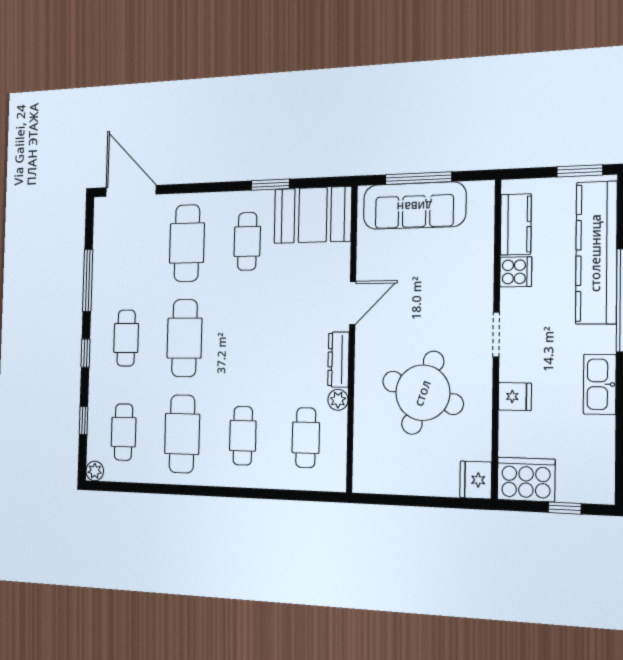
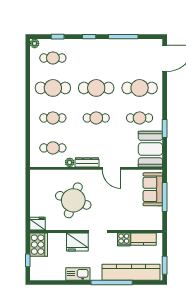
sofa: (414, 206) -> (153, 189), width x0.73
cafe table: (126, 338) -> (96, 118), moved
fridge: (515, 397) -> (77, 242), width x1.88, depth x1.34

